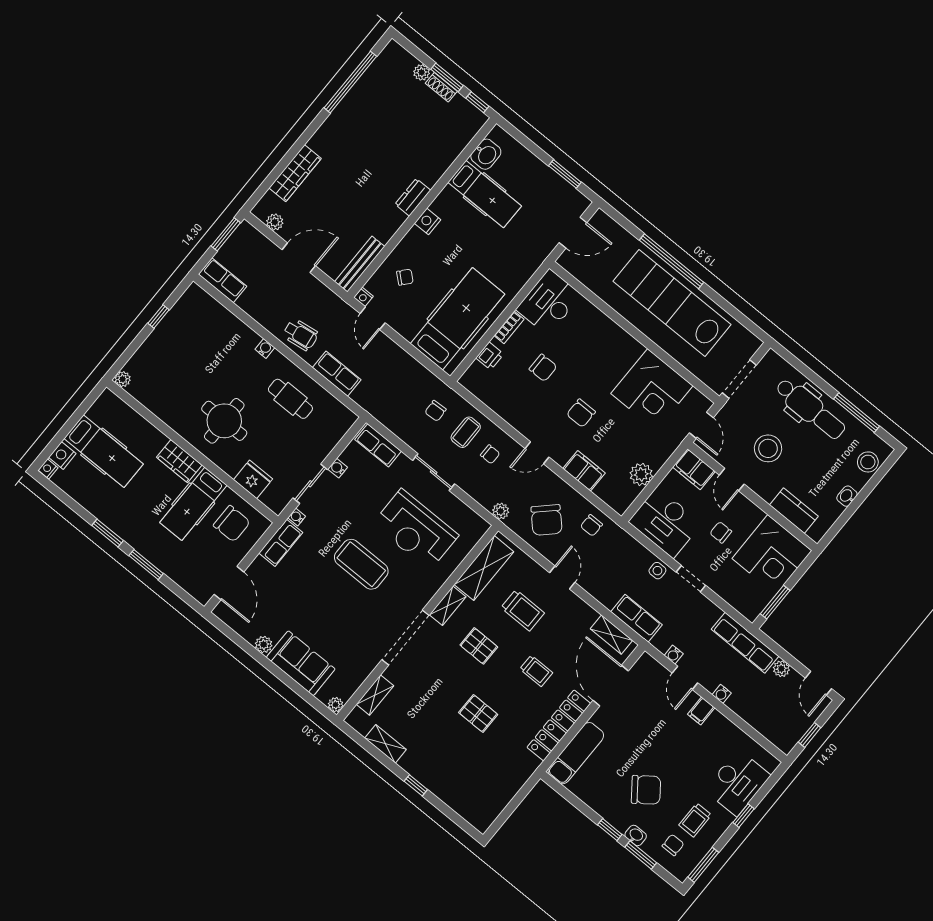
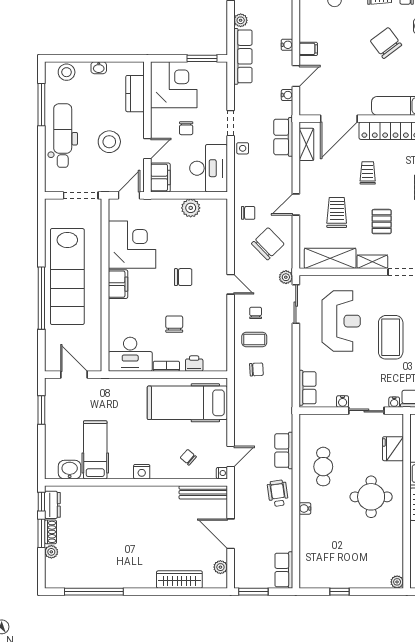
dresser: (413, 197) -> (52, 505), moved, turned -90
filing cabinet: (584, 471) -> (118, 284), moved, turned 180
sliding door: (434, 472) -> (296, 304), moved

